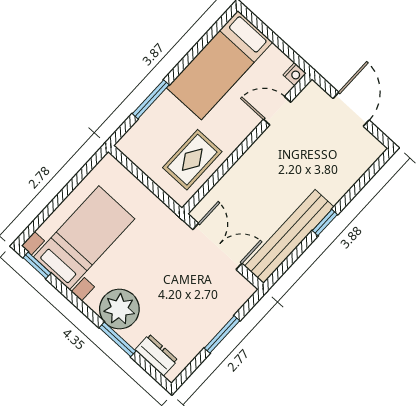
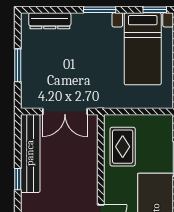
plant: (119, 309) -> (87, 27), removed
window: (118, 339) -> (100, 10), moved
dresser: (156, 355) -> (50, 21), width x1.44

